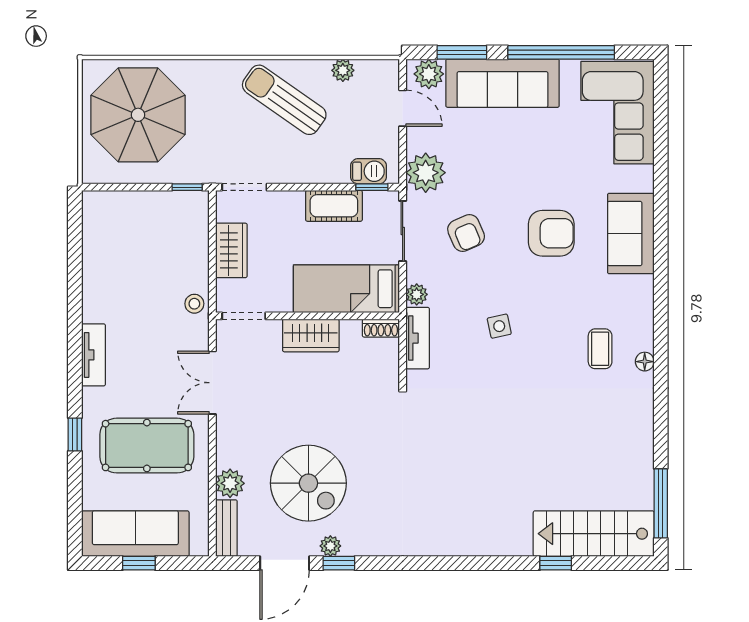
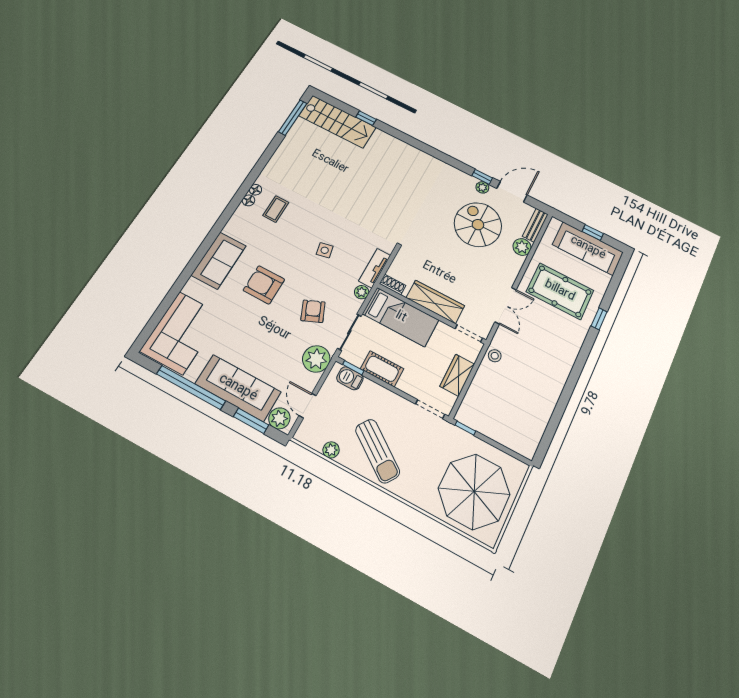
wardrobe: (311, 335) -> (435, 302), width x1.50
floor lamp: (644, 340) -> (248, 200), added
tv unit: (93, 355) -> (569, 358), removed

